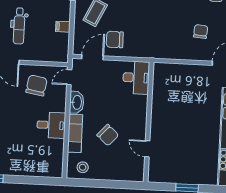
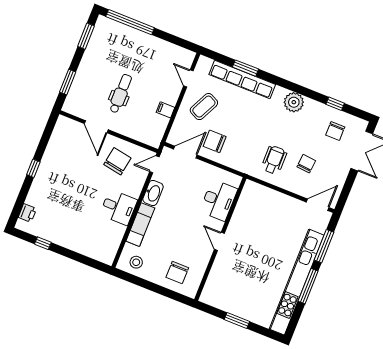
dental chair: (19, 26) -> (121, 94), turned 180
wheelchair: (172, 38) -> (274, 160), added
desk: (136, 78) -> (219, 200), moved
chair: (108, 135) -> (177, 273), moved, turned 48
door: (147, 149) -> (219, 241), moved

